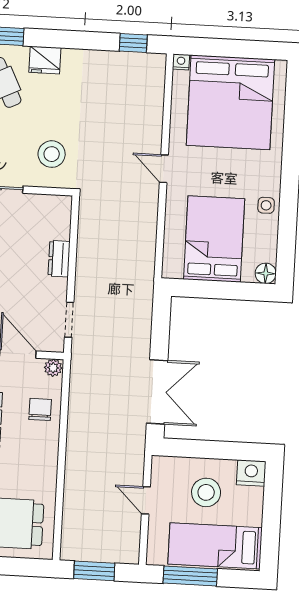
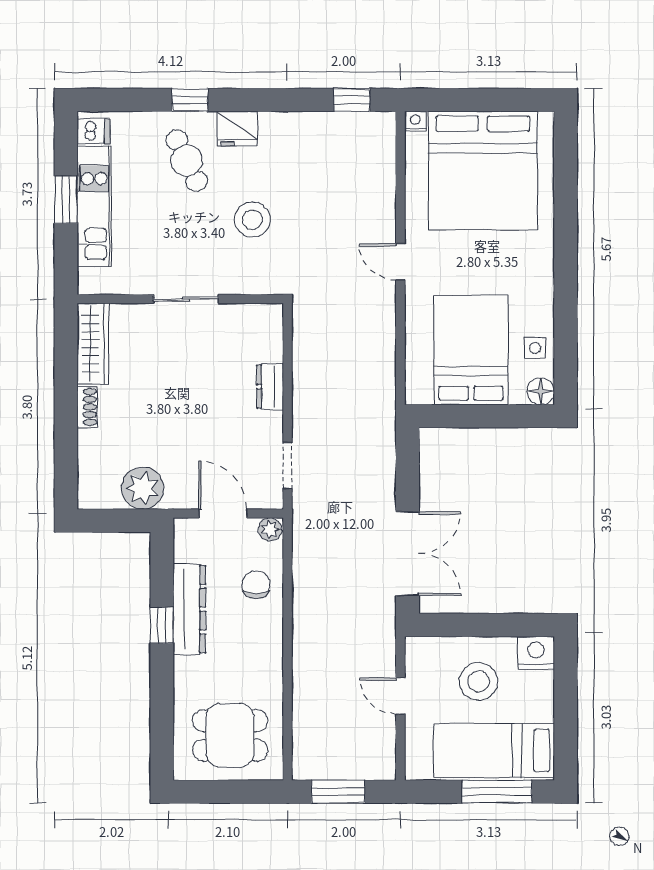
stool: (52, 154) -> (252, 220), moved
side table: (266, 205) -> (535, 348), moved
window: (190, 576) -> (497, 792), moved

